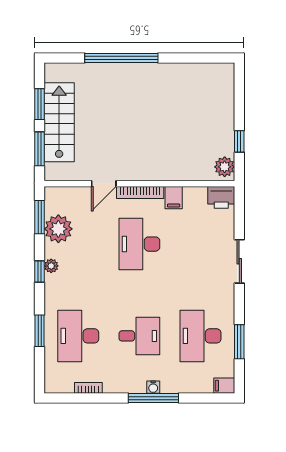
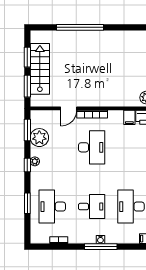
filing cabinet: (174, 198) -> (129, 117), moved
desk: (139, 244) -> (92, 147), turned 180

